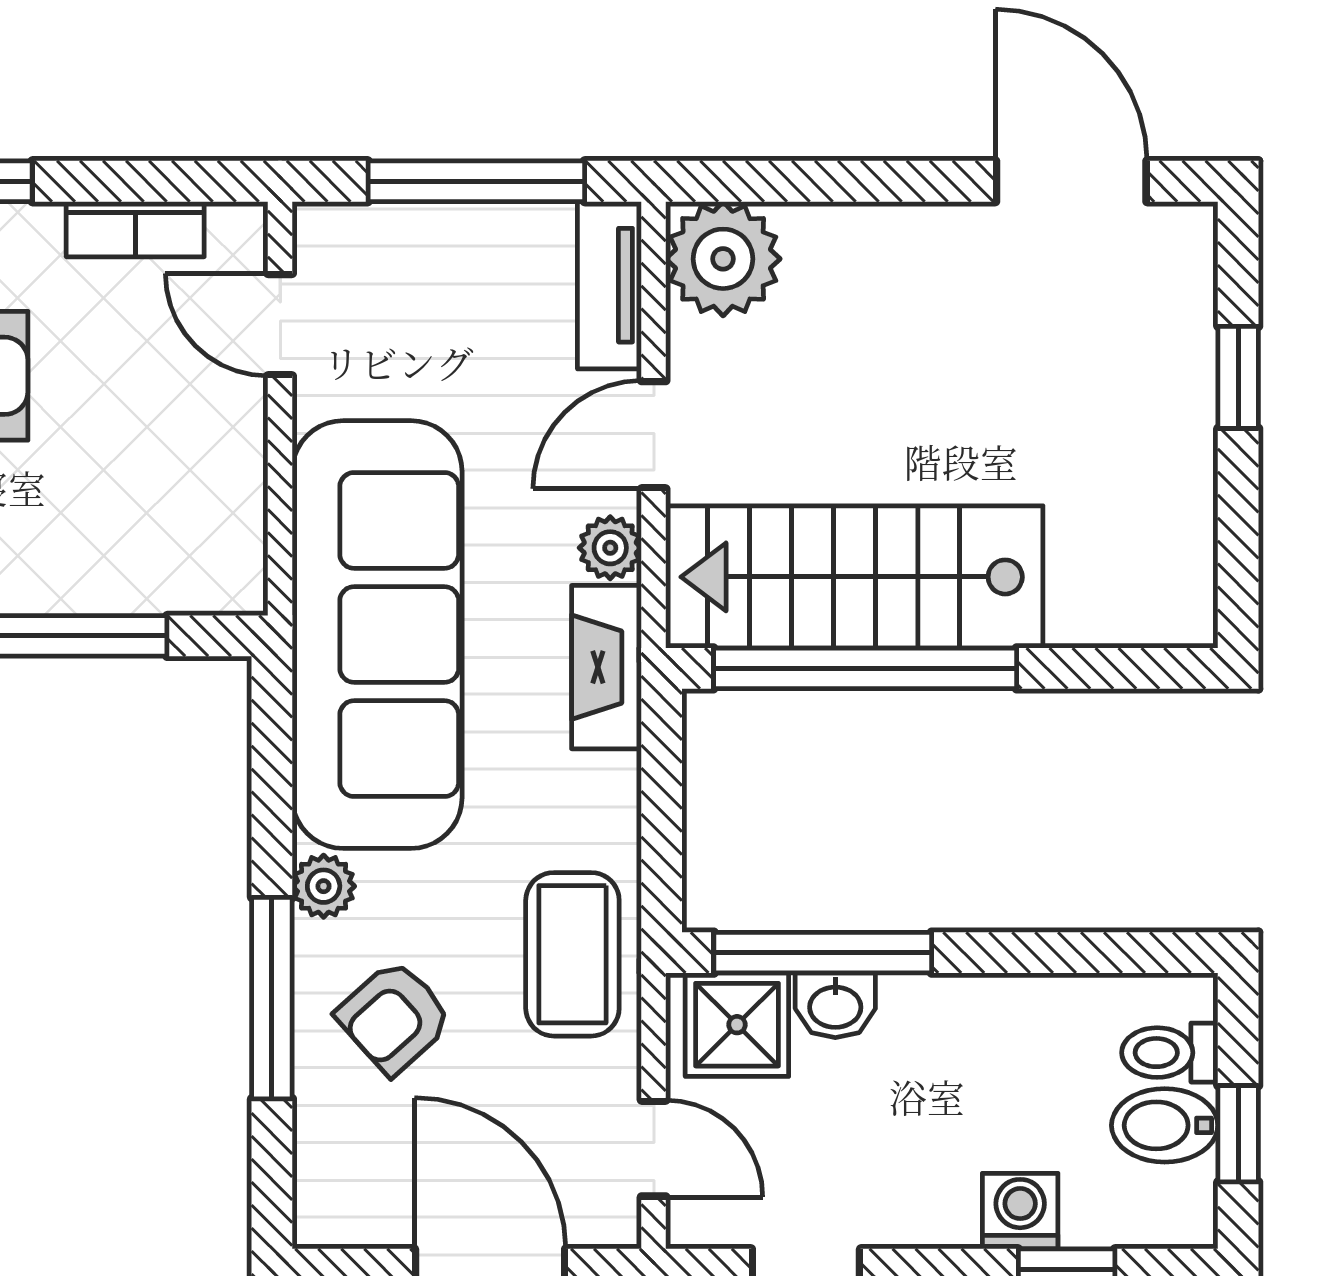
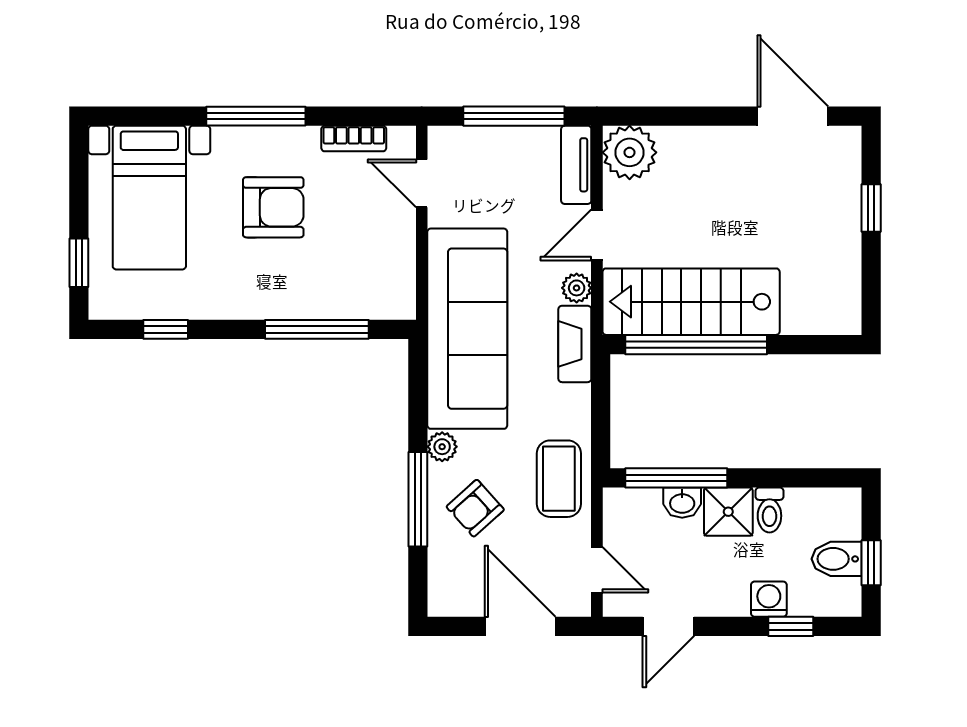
shower: (737, 1025) -> (728, 512), moved
toilet: (1170, 1053) -> (769, 510), moved, turned -90

